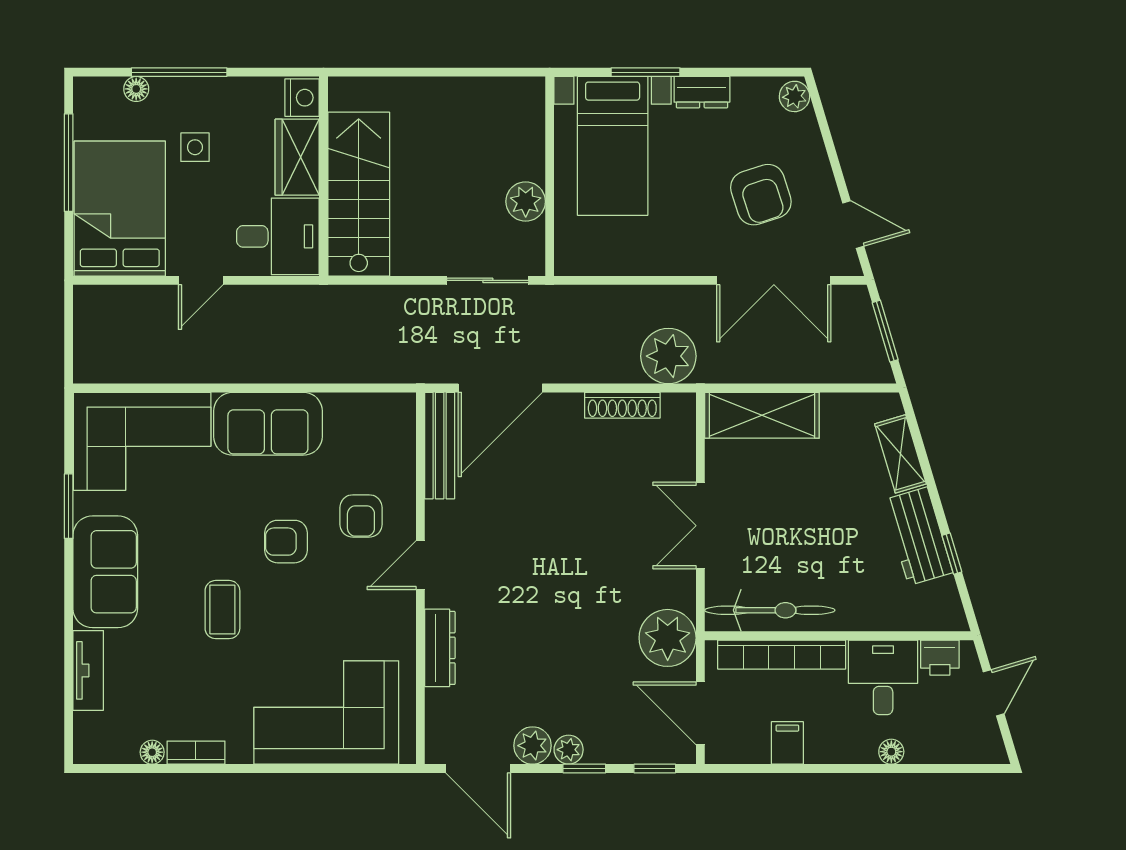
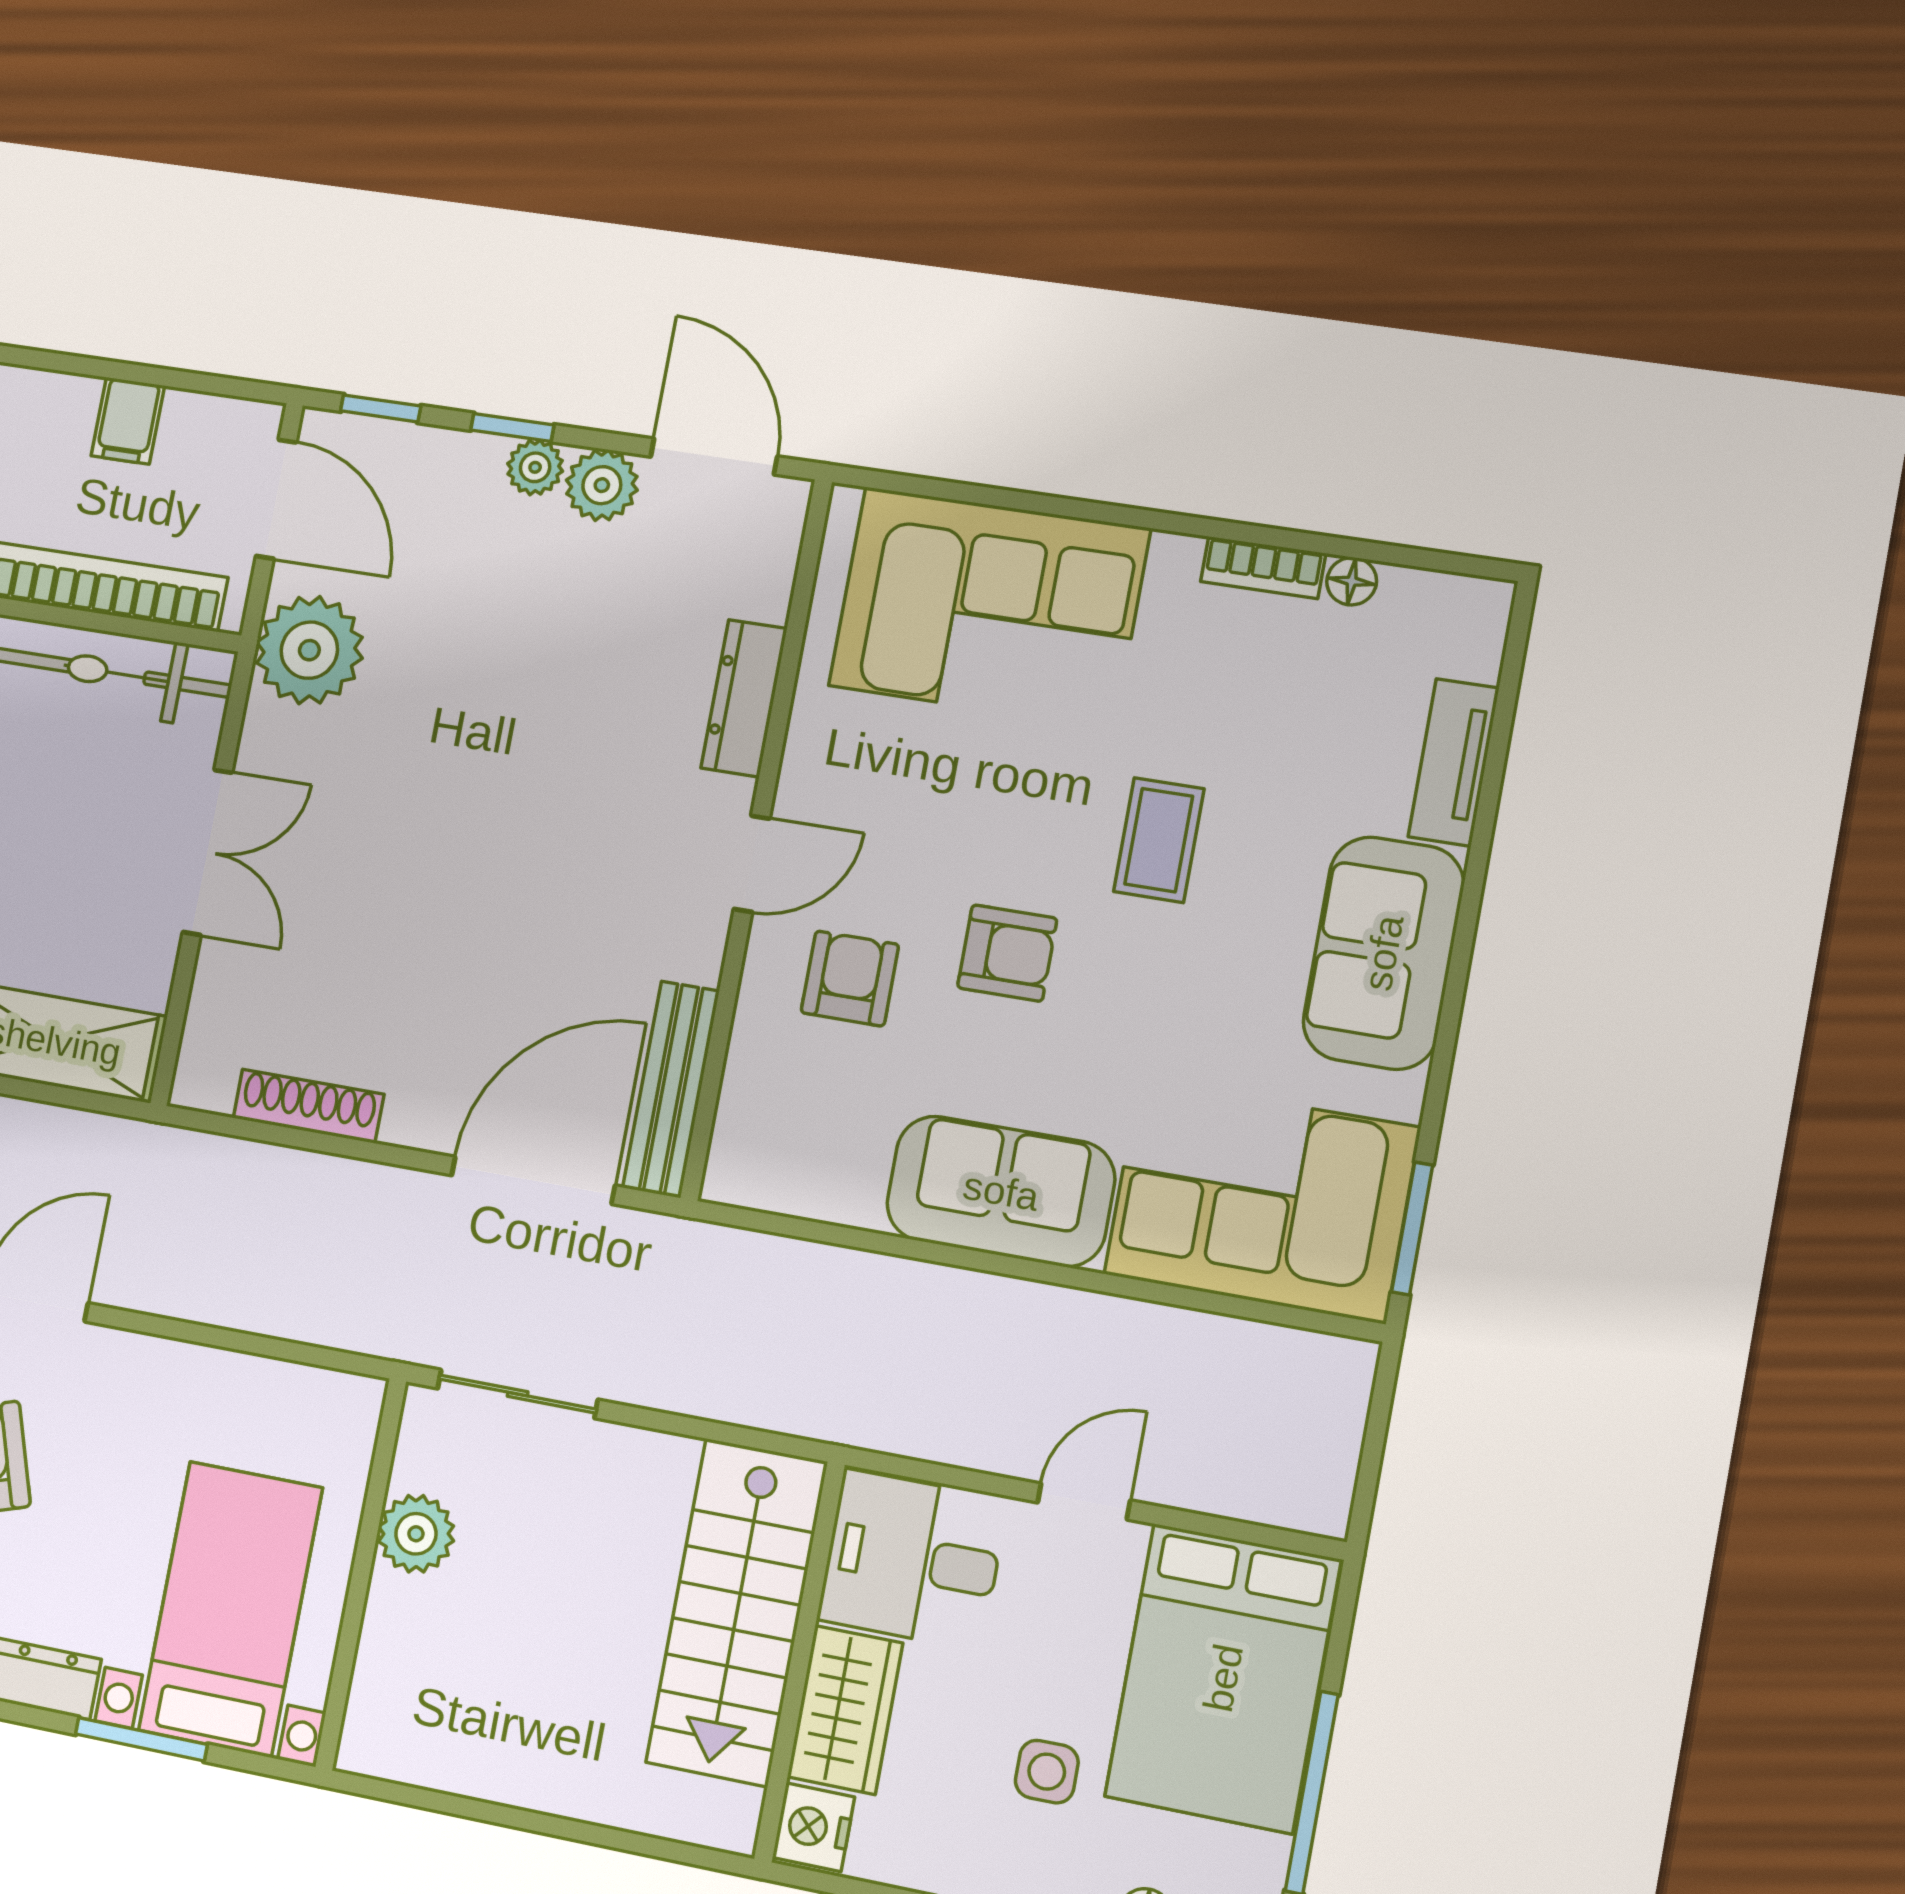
plant: (668, 356) -> (204, 1184), removed
window: (69, 506) -> (1412, 1228), moved

